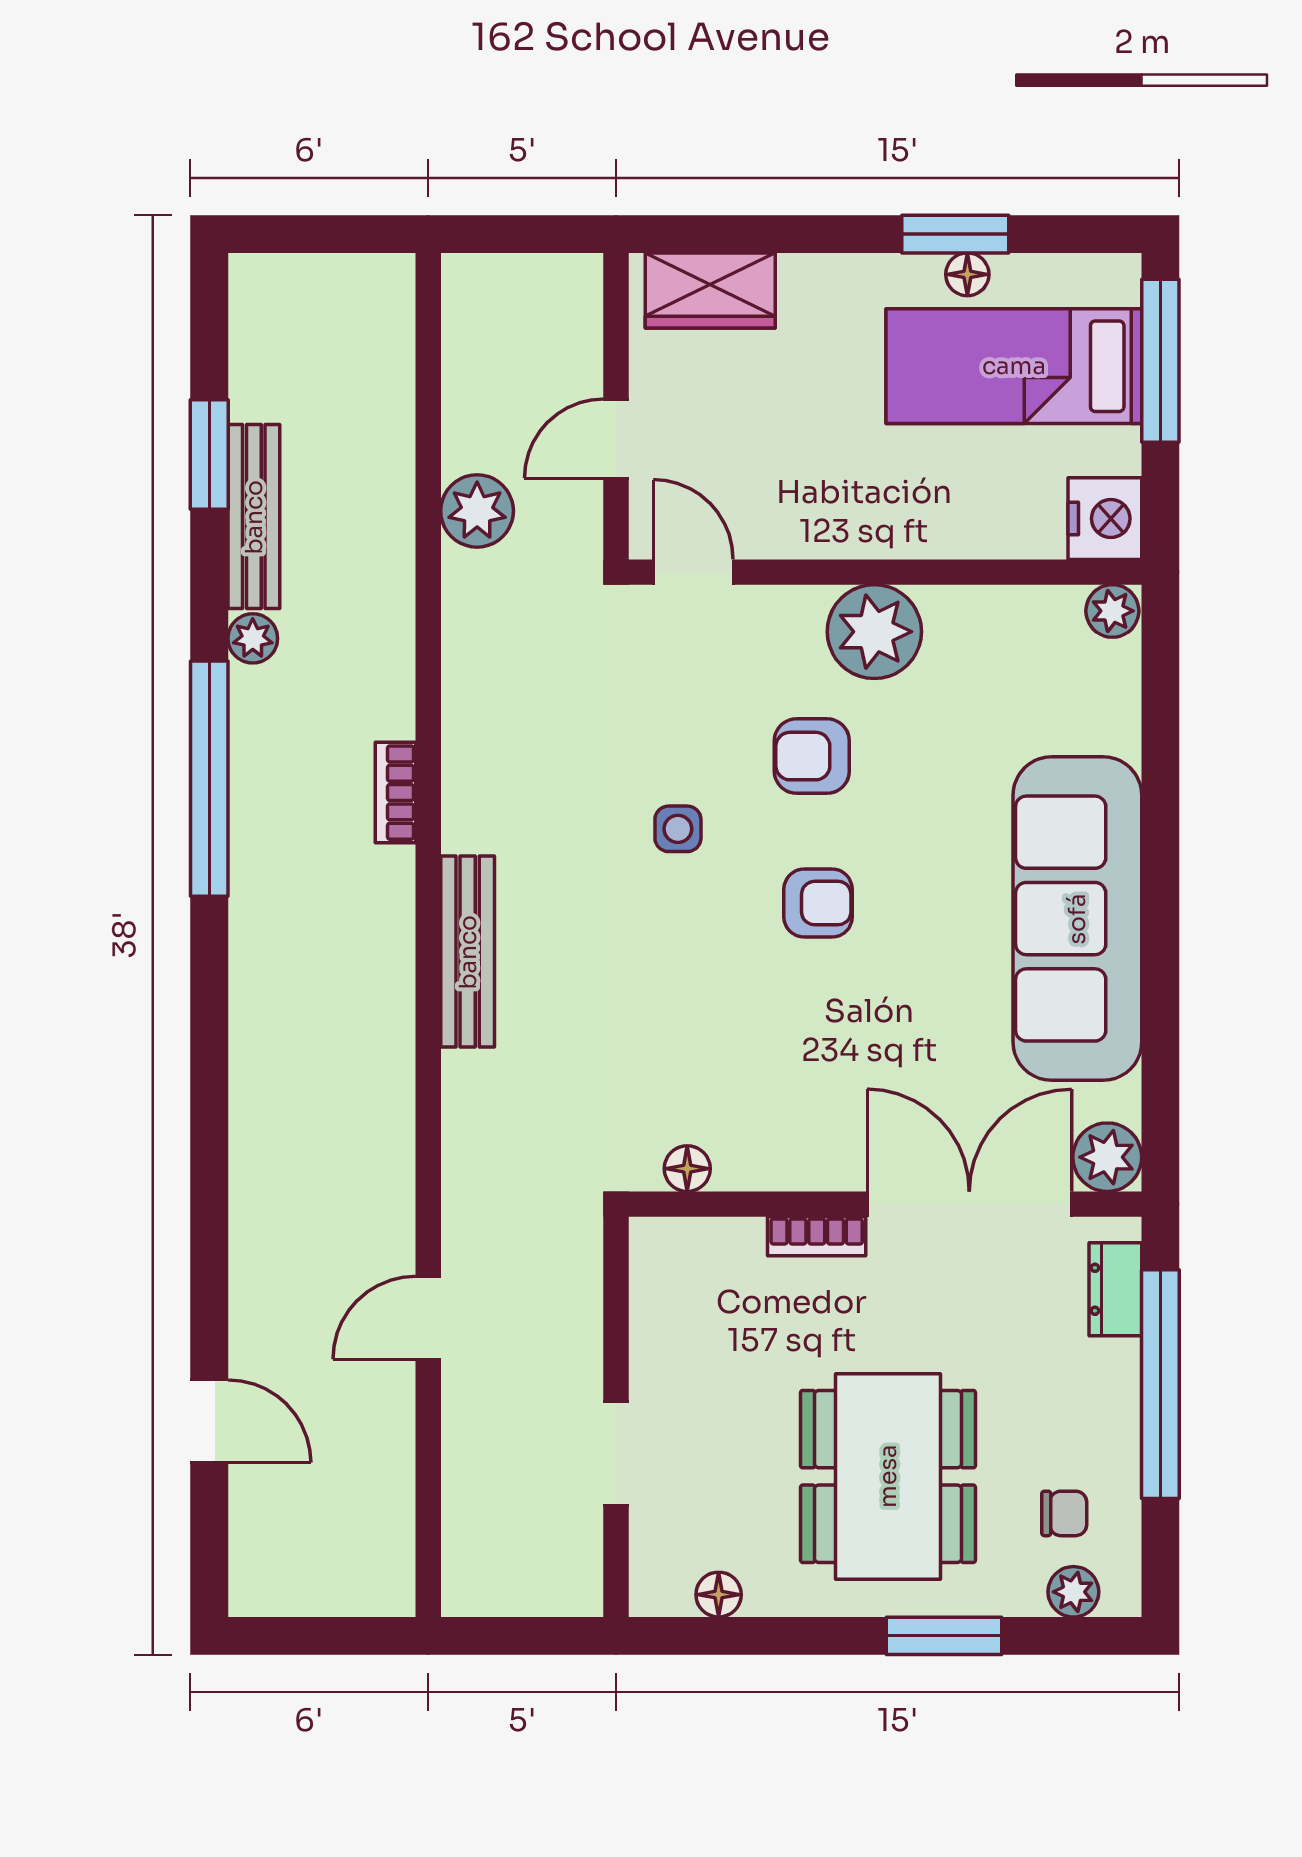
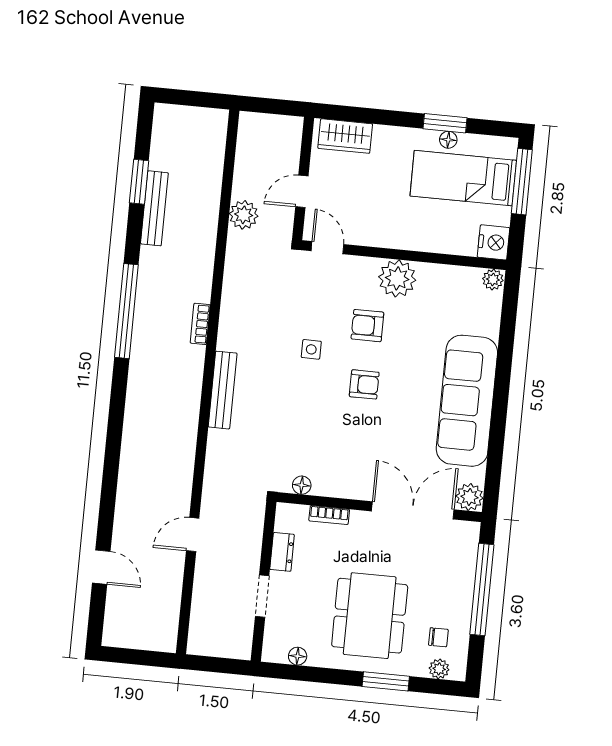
plant: (253, 638) -> (149, 257), removed
bookcase: (817, 1236) -> (329, 515), moved
dresser: (1115, 1289) -> (282, 552), moved, turned 180

